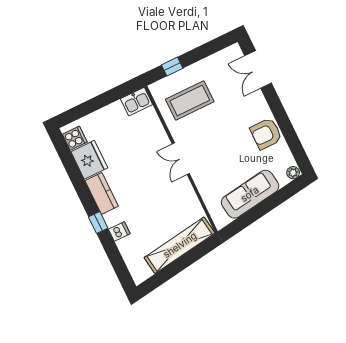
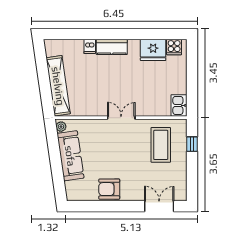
armchair: (266, 134) -> (109, 189), turned -90
plant: (293, 173) -> (61, 127), moved
kitchen counter: (102, 193) -> (112, 47), moved
window: (98, 223) -> (104, 34), removed

